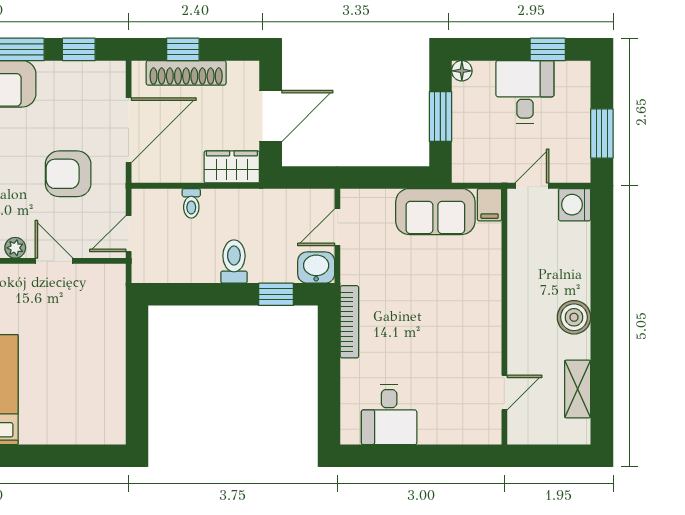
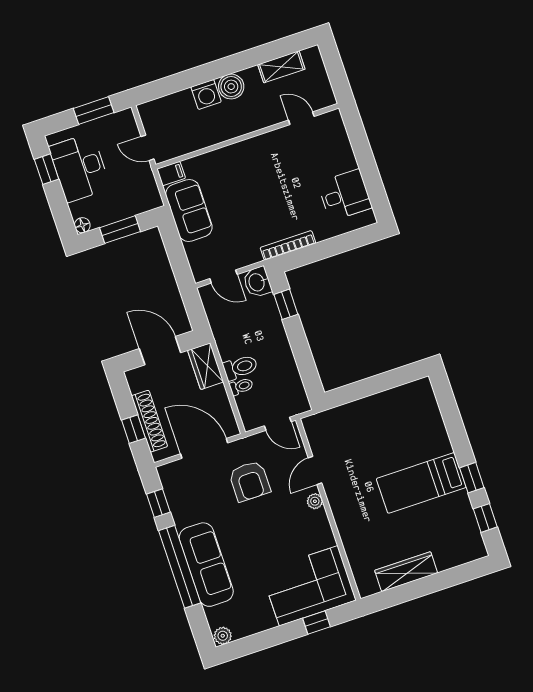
desk: (525, 92) -> (80, 168), width x1.37
washing machine: (575, 205) -> (206, 94), moved
toilet: (234, 262) -> (240, 367), moved, turned 180

